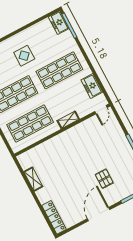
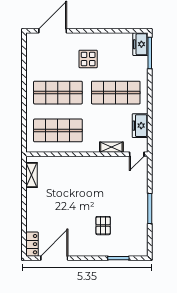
shelving: (68, 120) -> (111, 147), moved
shelving: (33, 179) -> (32, 175), moved
door: (98, 214) -> (54, 258), moved
locker: (54, 217) -> (32, 244), width x0.66

